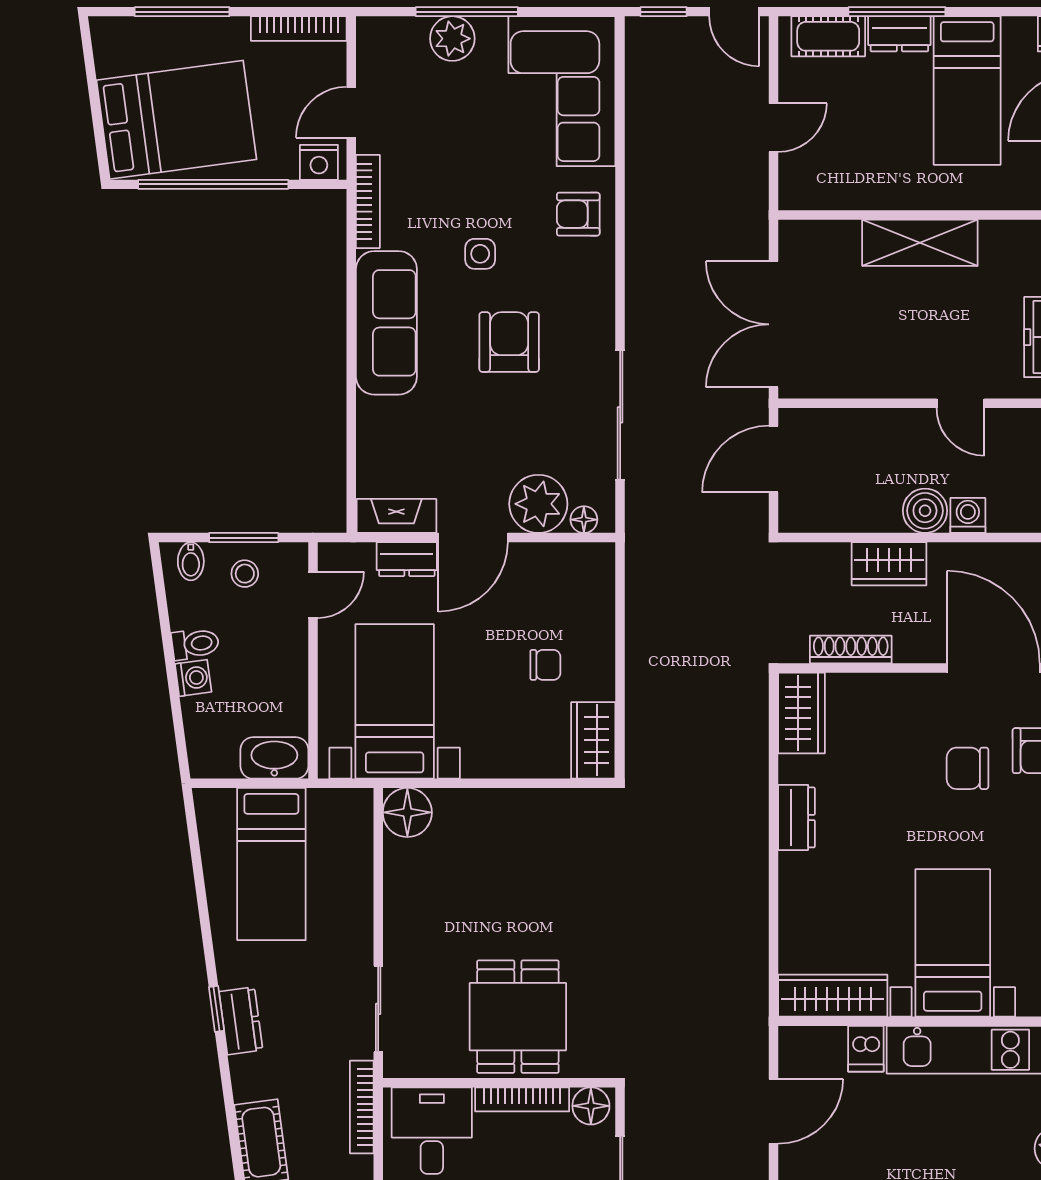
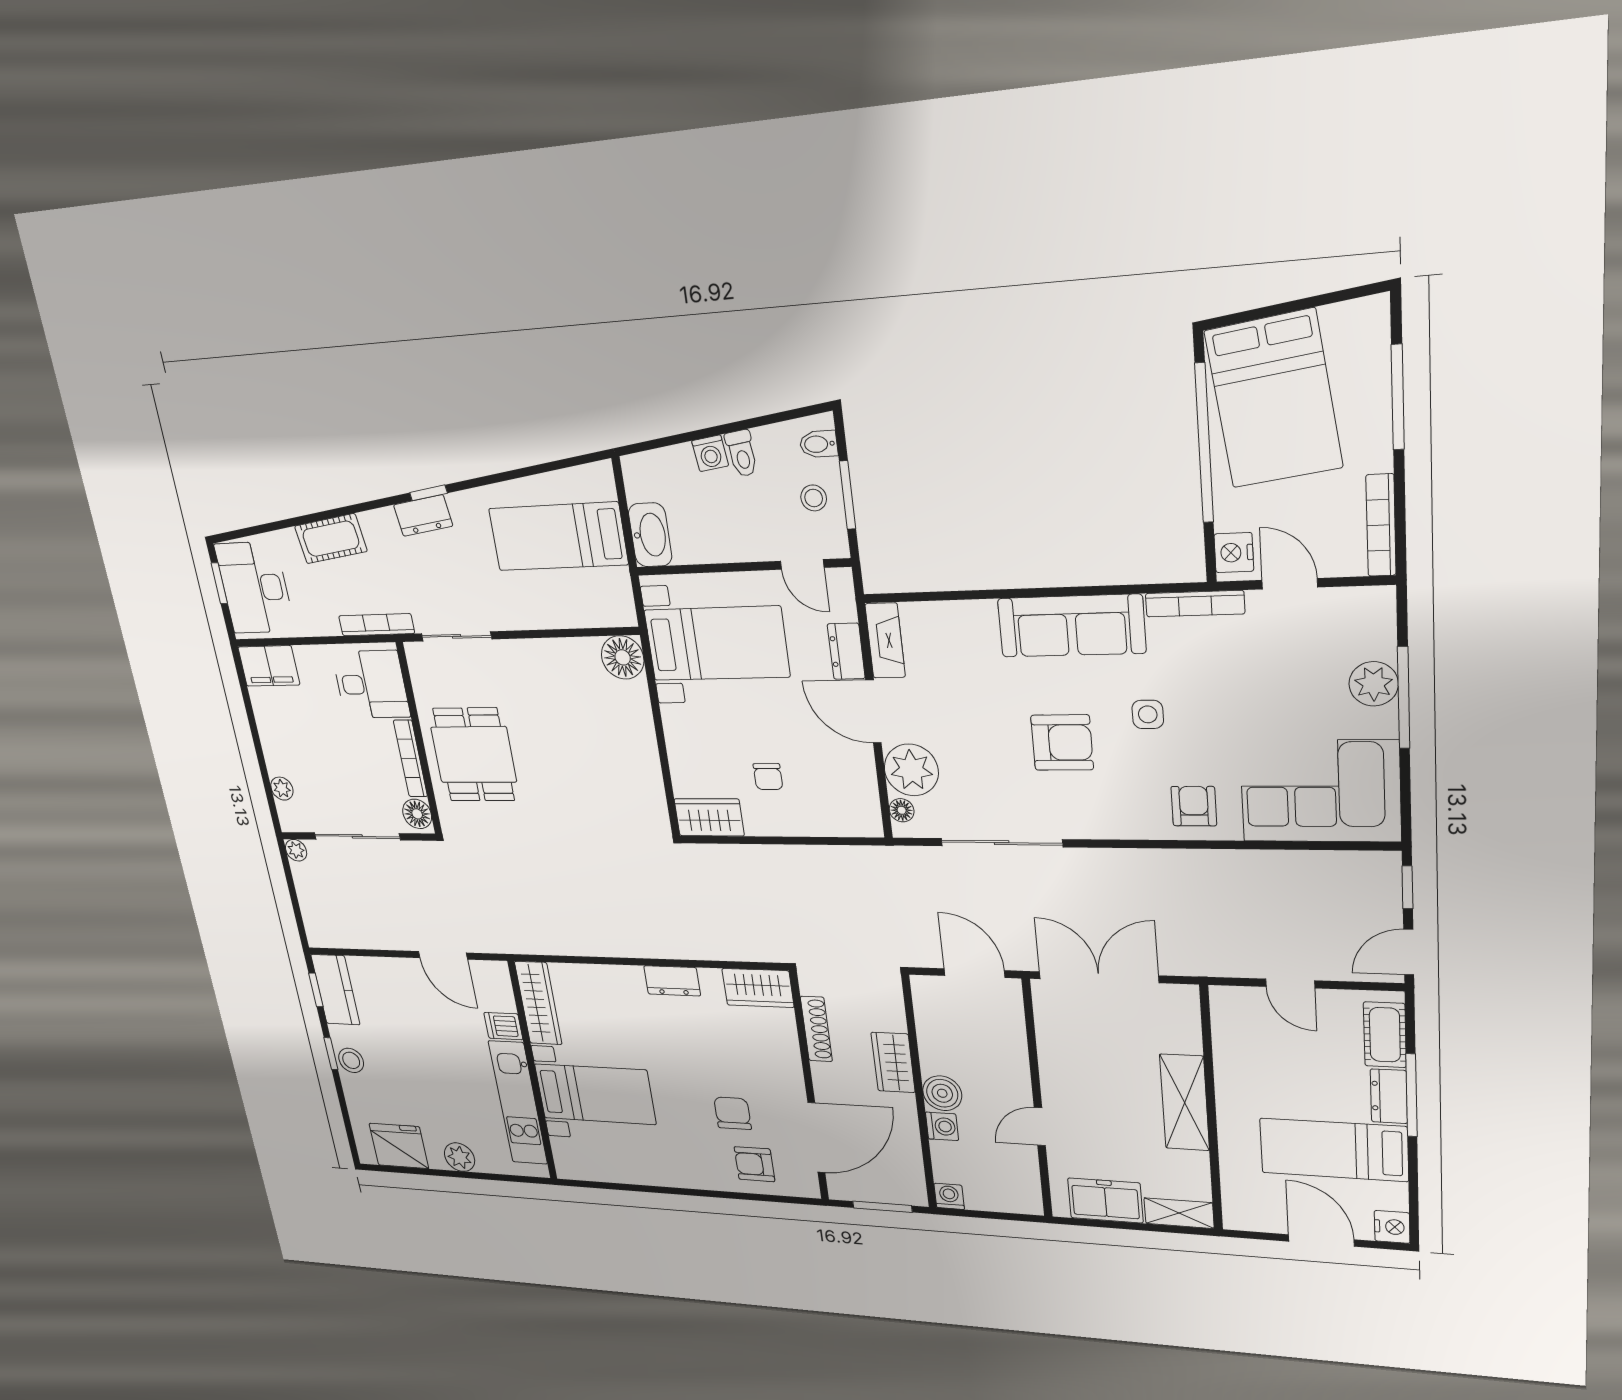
dining table: (518, 1017) -> (474, 755), turned 90

